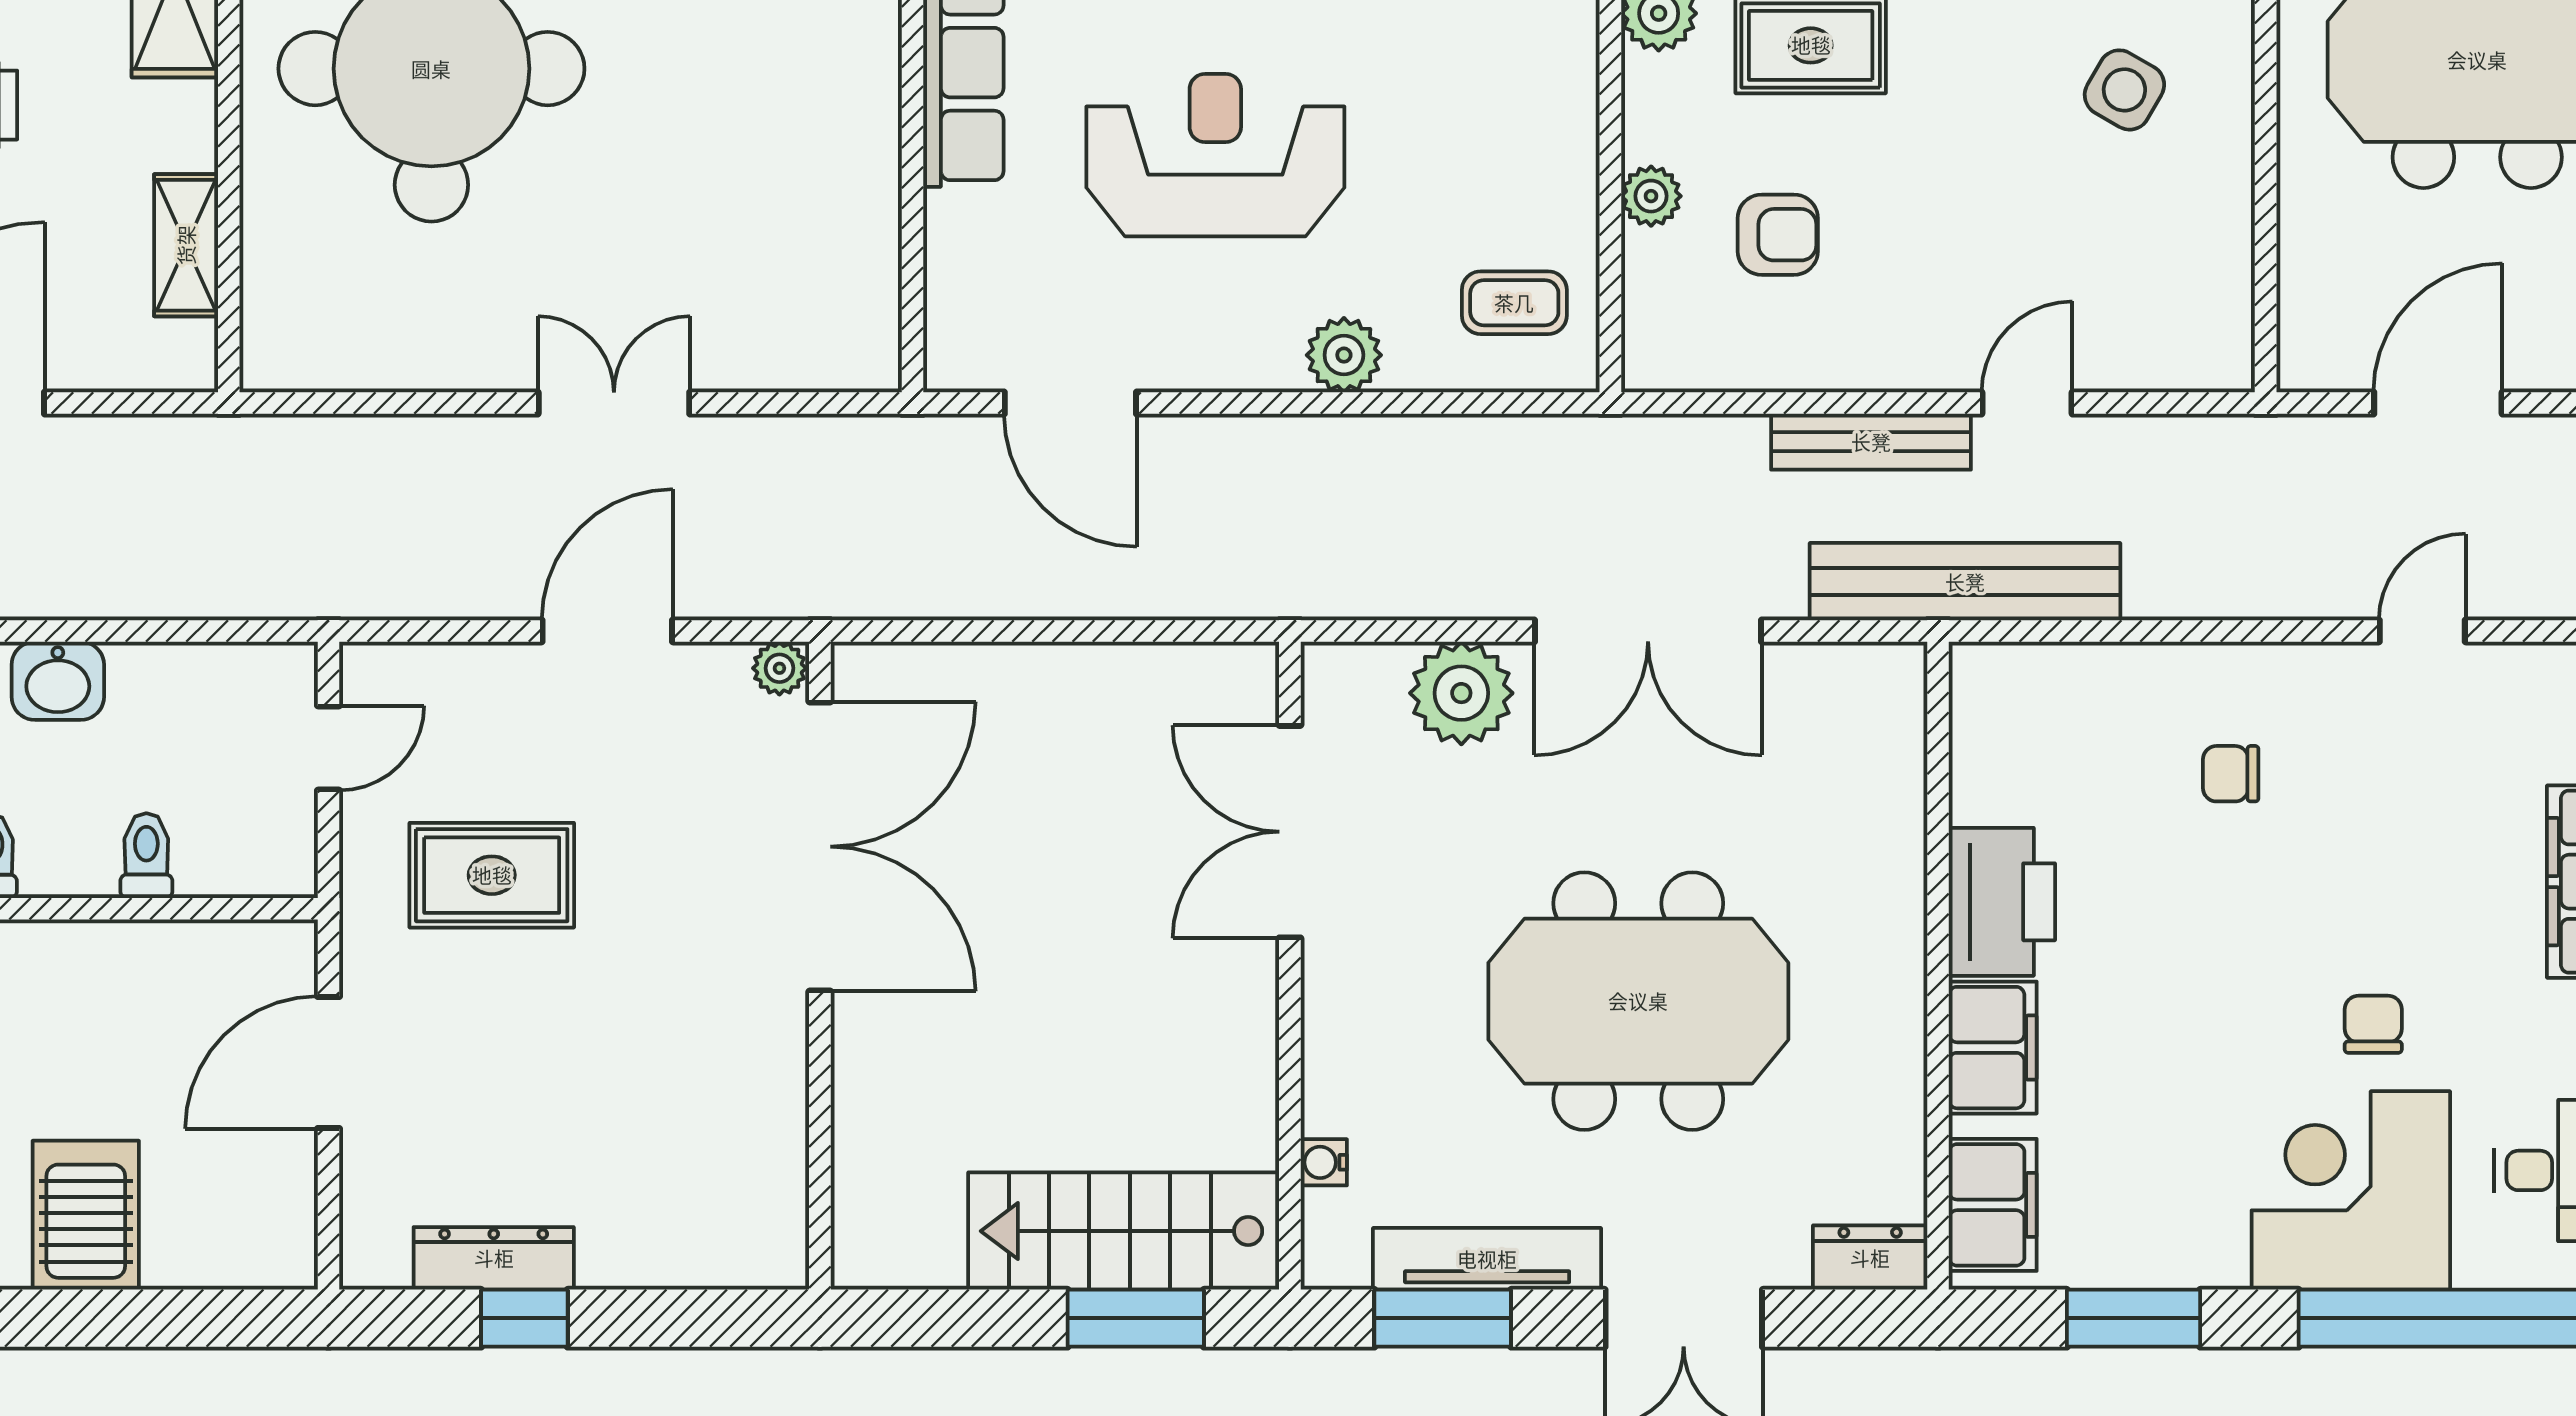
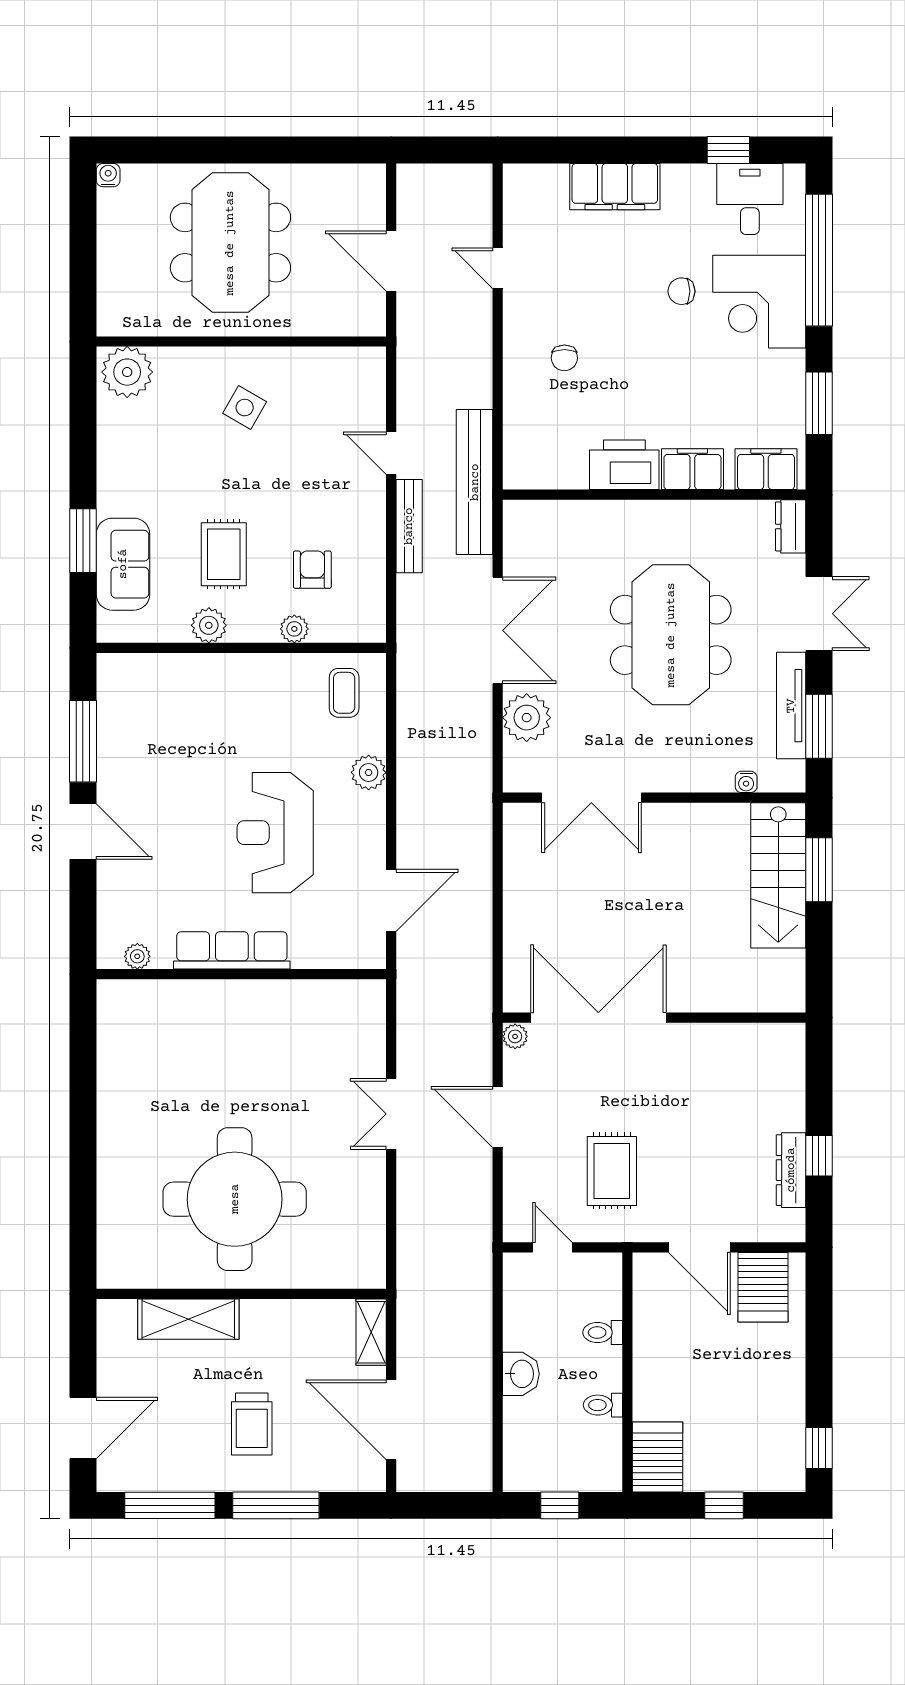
shelving: (186, 245) -> (371, 1332), moved, turned 90
server rack: (86, 1215) -> (763, 1287), moved, turned -90

